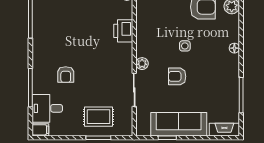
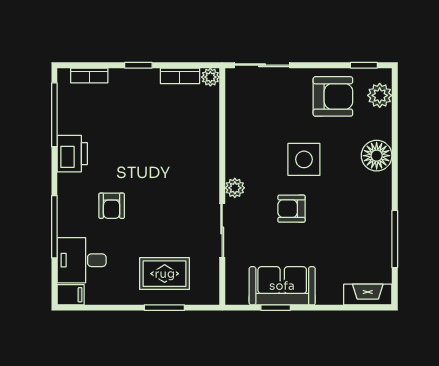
printer: (123, 31) -> (72, 154), moved, turned 180
side table: (185, 46) -> (304, 159), width x1.87, depth x1.87
floor lamp: (234, 48) -> (377, 156), width x1.89, depth x1.89
sofa: (179, 124) -> (282, 286), width x0.73

